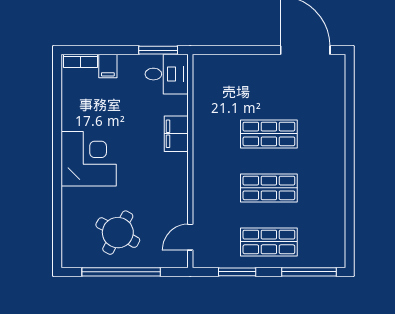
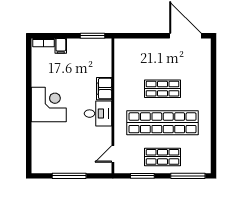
desk: (167, 74) -> (98, 114), moved
shop shelf: (269, 188) -> (163, 123), width x2.00, depth x1.36
round table: (118, 233) -> (67, 151), removed
window: (121, 272) -> (69, 176), width x0.68

